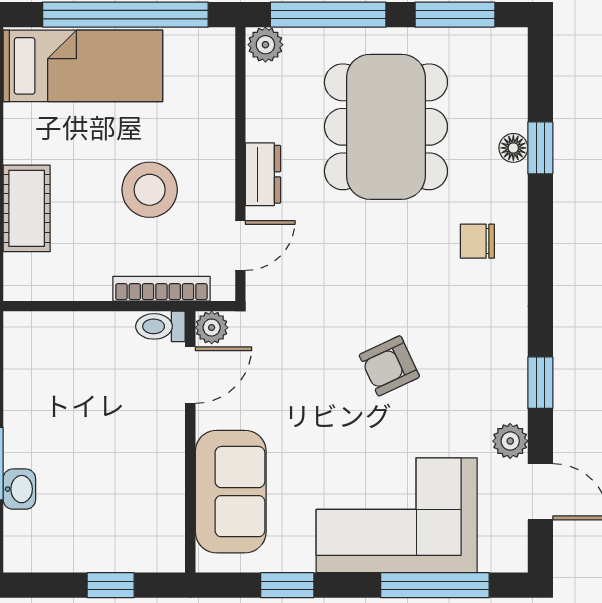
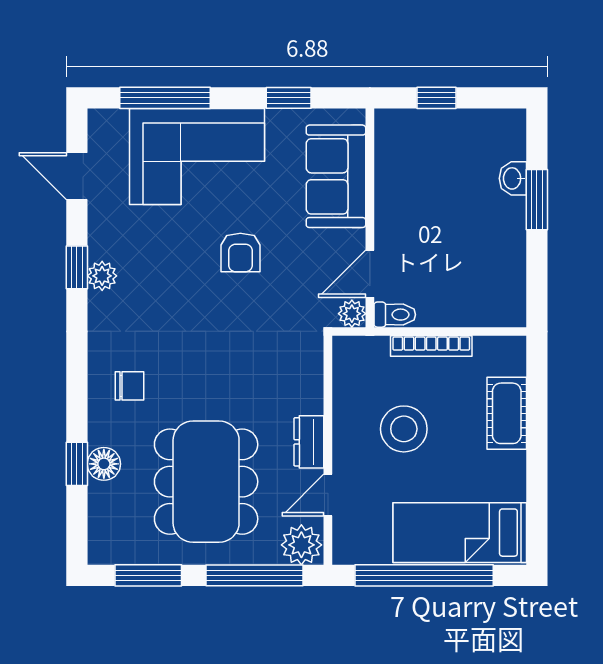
plant: (265, 45) -> (301, 545), width x1.38, depth x1.38
floor lamp: (513, 148) -> (104, 464), width x1.37, depth x1.37
door: (240, 246) -> (328, 495), moved
bookcase: (161, 289) -> (431, 346), moved
armchair: (389, 366) -> (240, 253), moved, turned 115
plant: (510, 441) -> (102, 276), moved

